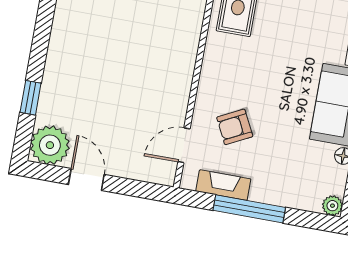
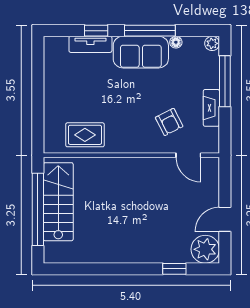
fireplace: (223, 185) -> (211, 108), moved
window: (249, 209) -> (225, 81), moved

